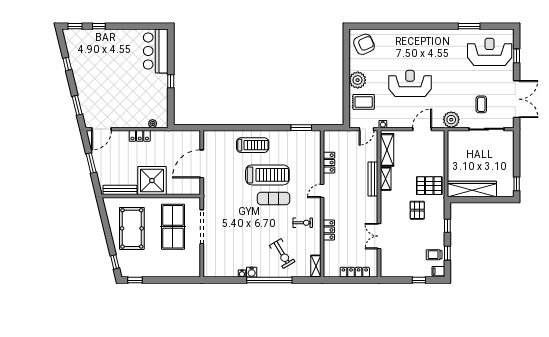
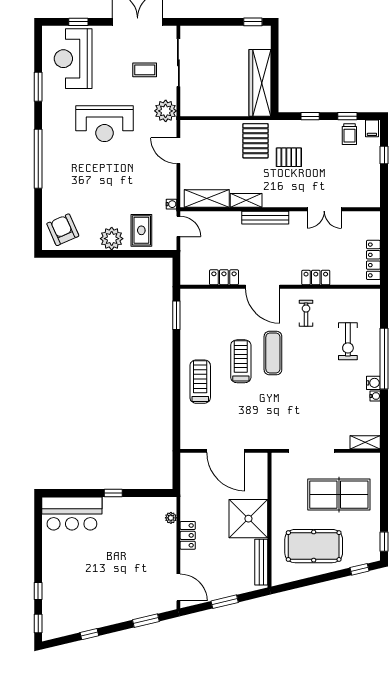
window: (416, 26) -> (38, 159), added
reception desk: (410, 83) -> (105, 124), moved, turned -90
treadmill: (267, 175) -> (241, 361), width x0.73, depth x0.73
bench: (373, 179) -> (265, 218), moved
door: (322, 191) -> (263, 287), width x1.87
table tennis table: (173, 227) -> (339, 495), moved
exercise bike: (282, 254) -> (348, 341), turned 121
shelving: (316, 266) -> (365, 442), moved
locker: (355, 272) -> (373, 260), moved

